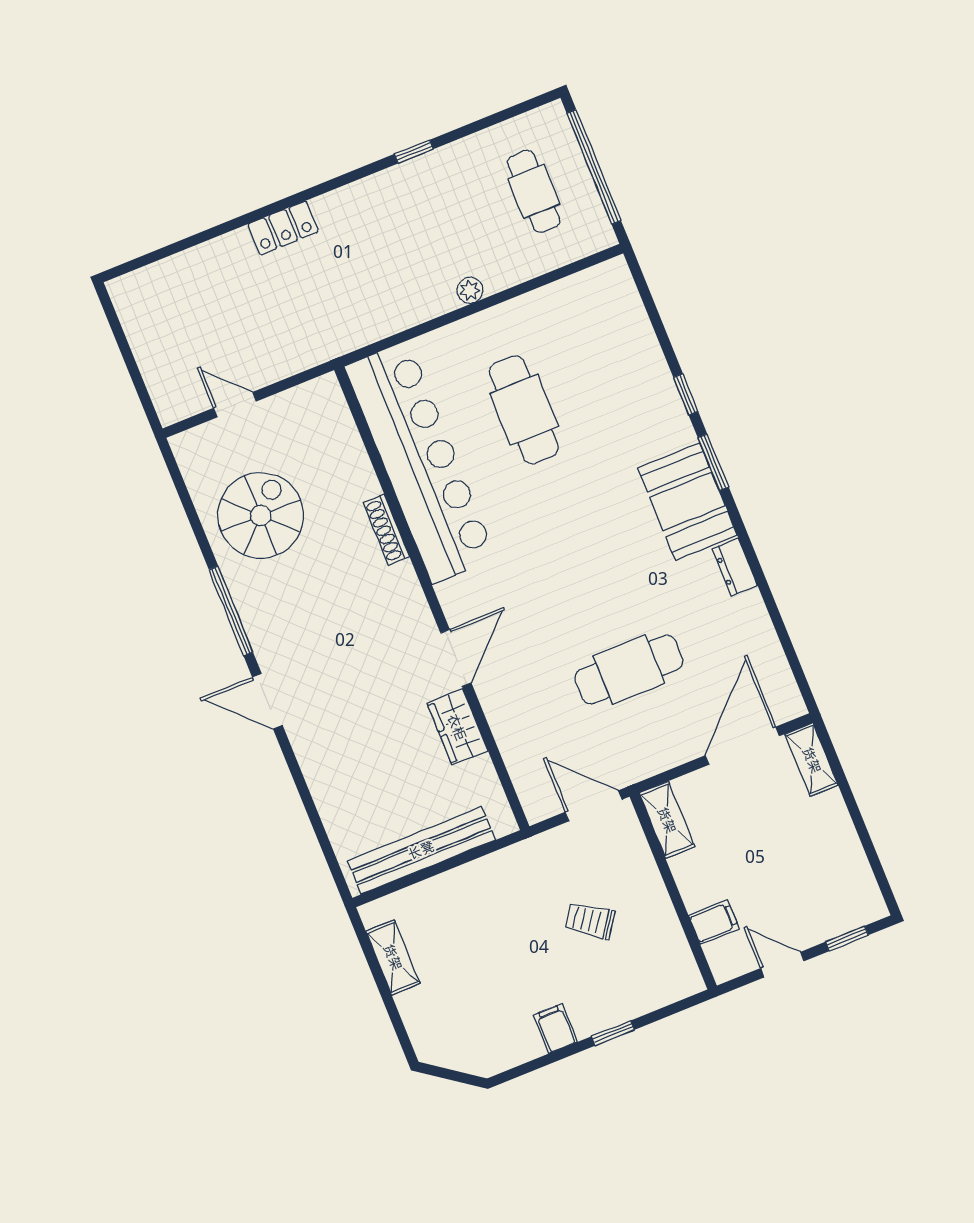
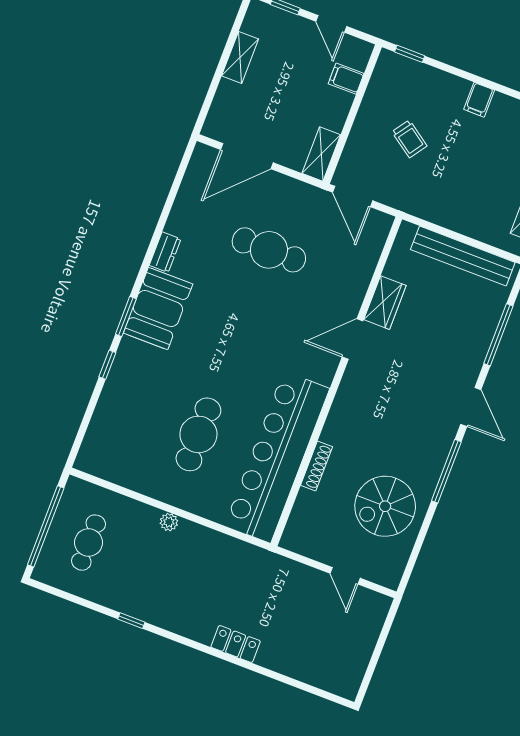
shoe rack: (386, 530) -> (317, 466), moved
shelving: (812, 760) -> (240, 57), moved
window: (308, 803) -> (498, 335), added
window: (613, 1033) -> (410, 54), moved

